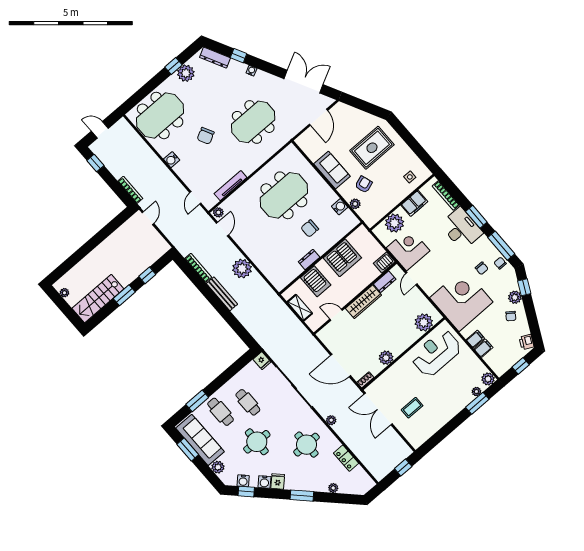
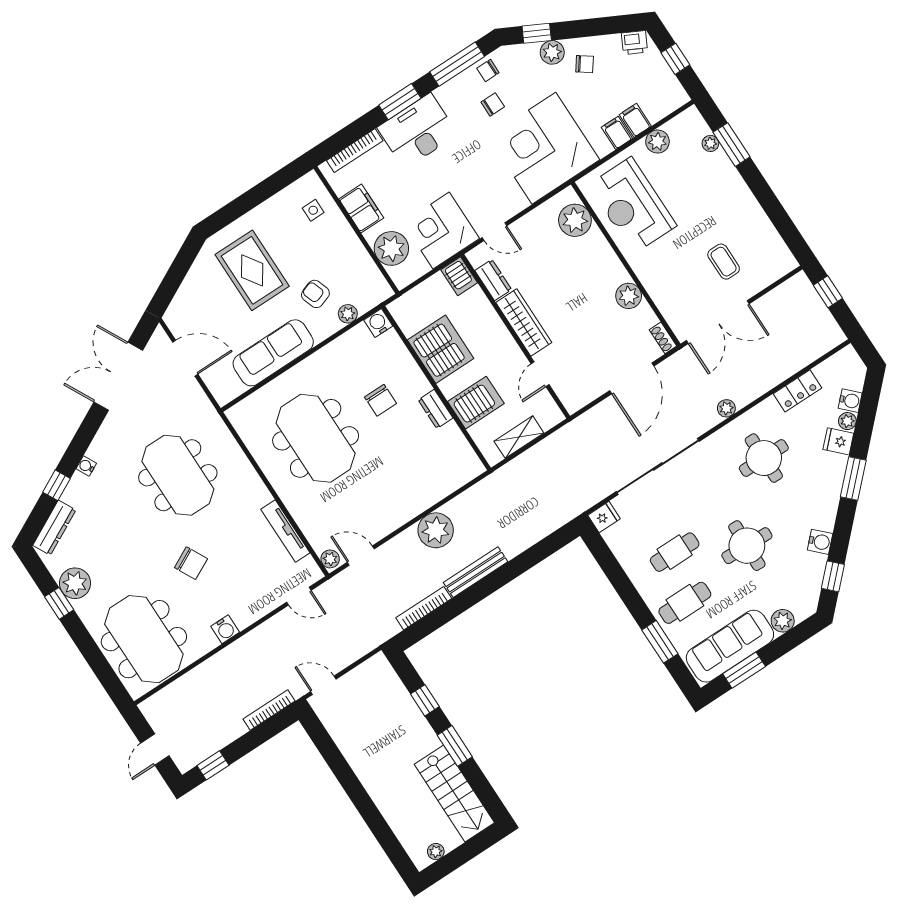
sofa: (332, 170) -> (273, 353), width x1.36
water cooler: (340, 207) -> (378, 323), moved
plant: (488, 379) -> (657, 142), moved
water cooler: (243, 481) -> (850, 401), moved
fridge: (278, 481) -> (838, 441), moved

